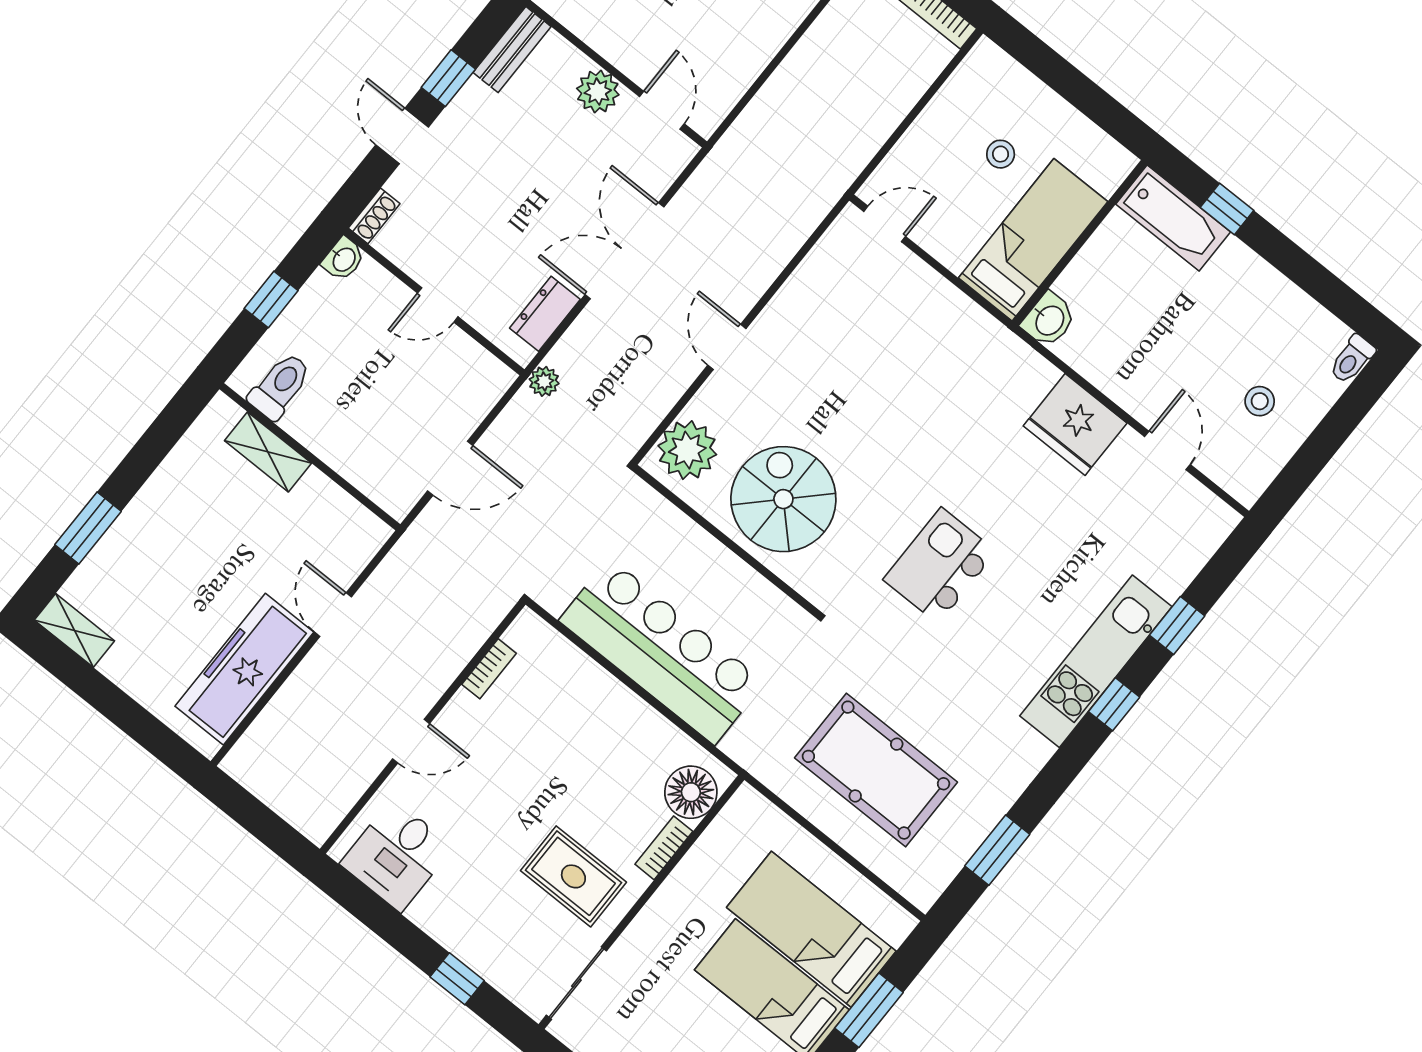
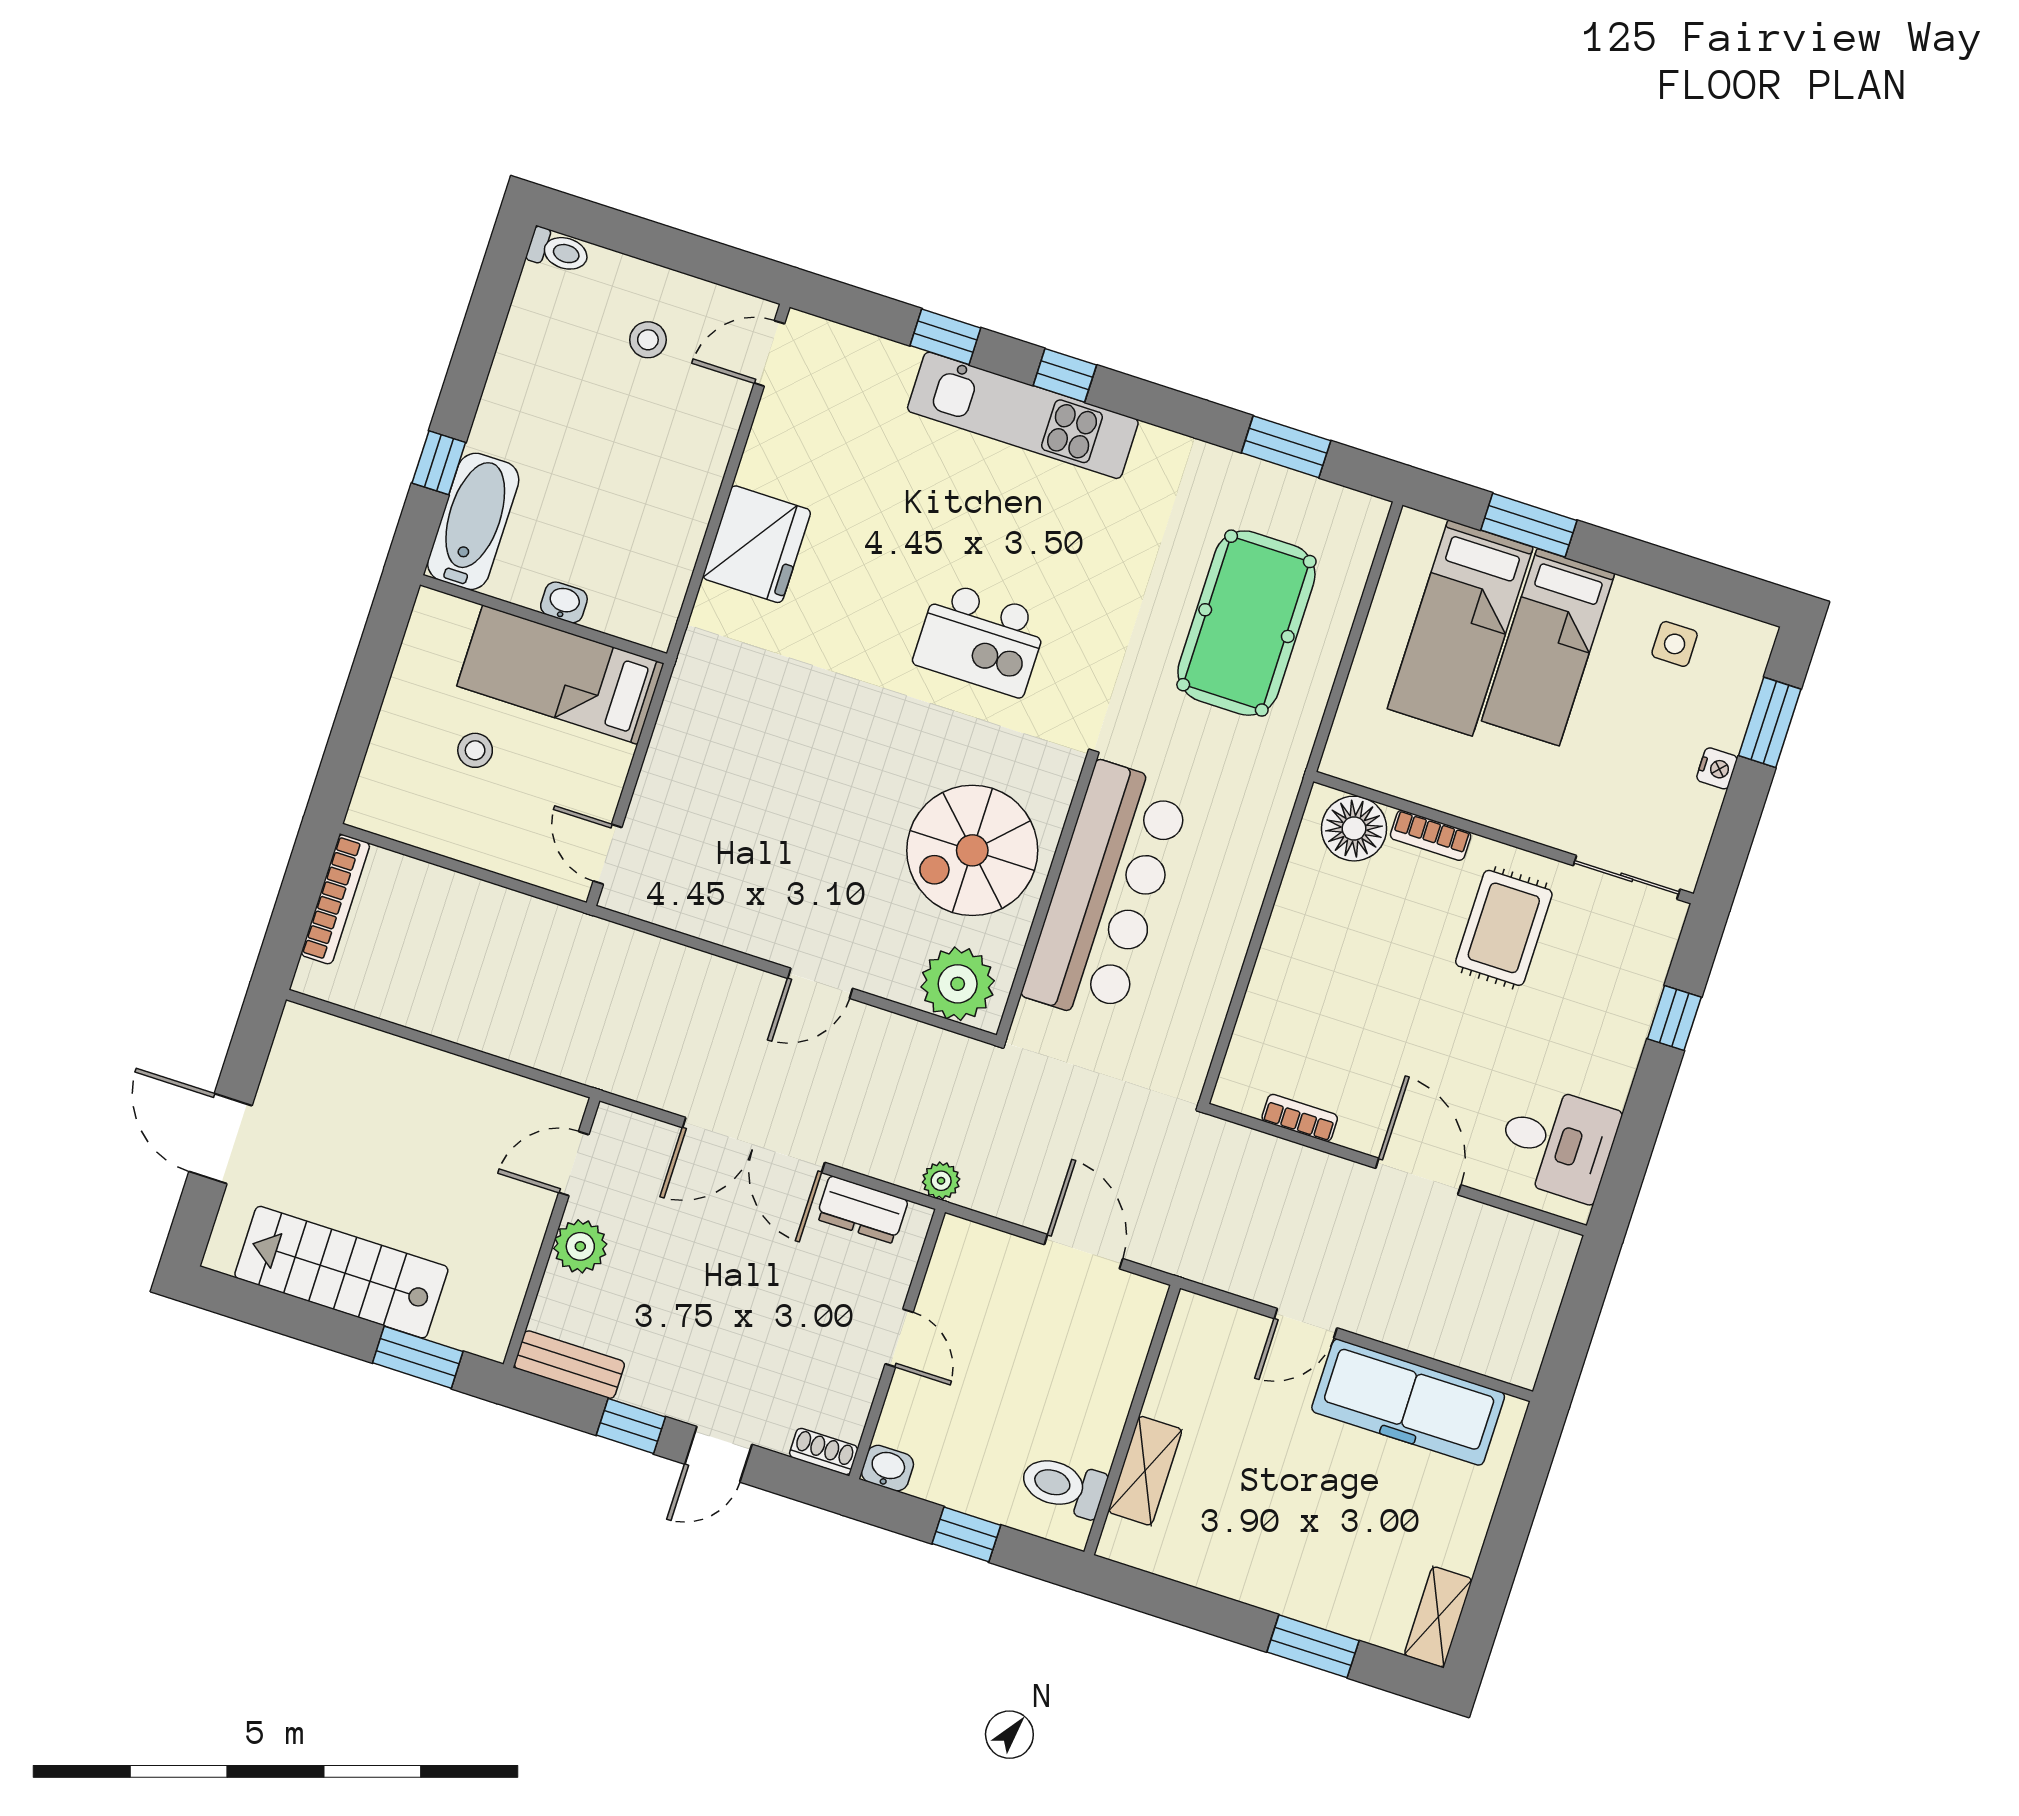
washbasin: (1049, 320) -> (564, 602), moved, width x0.72, depth x0.69
door: (1167, 450) -> (769, 353), moved
bar counter: (662, 651) -> (1107, 892), moved, turned 180
door: (411, 741) -> (1418, 1177), width x1.38

